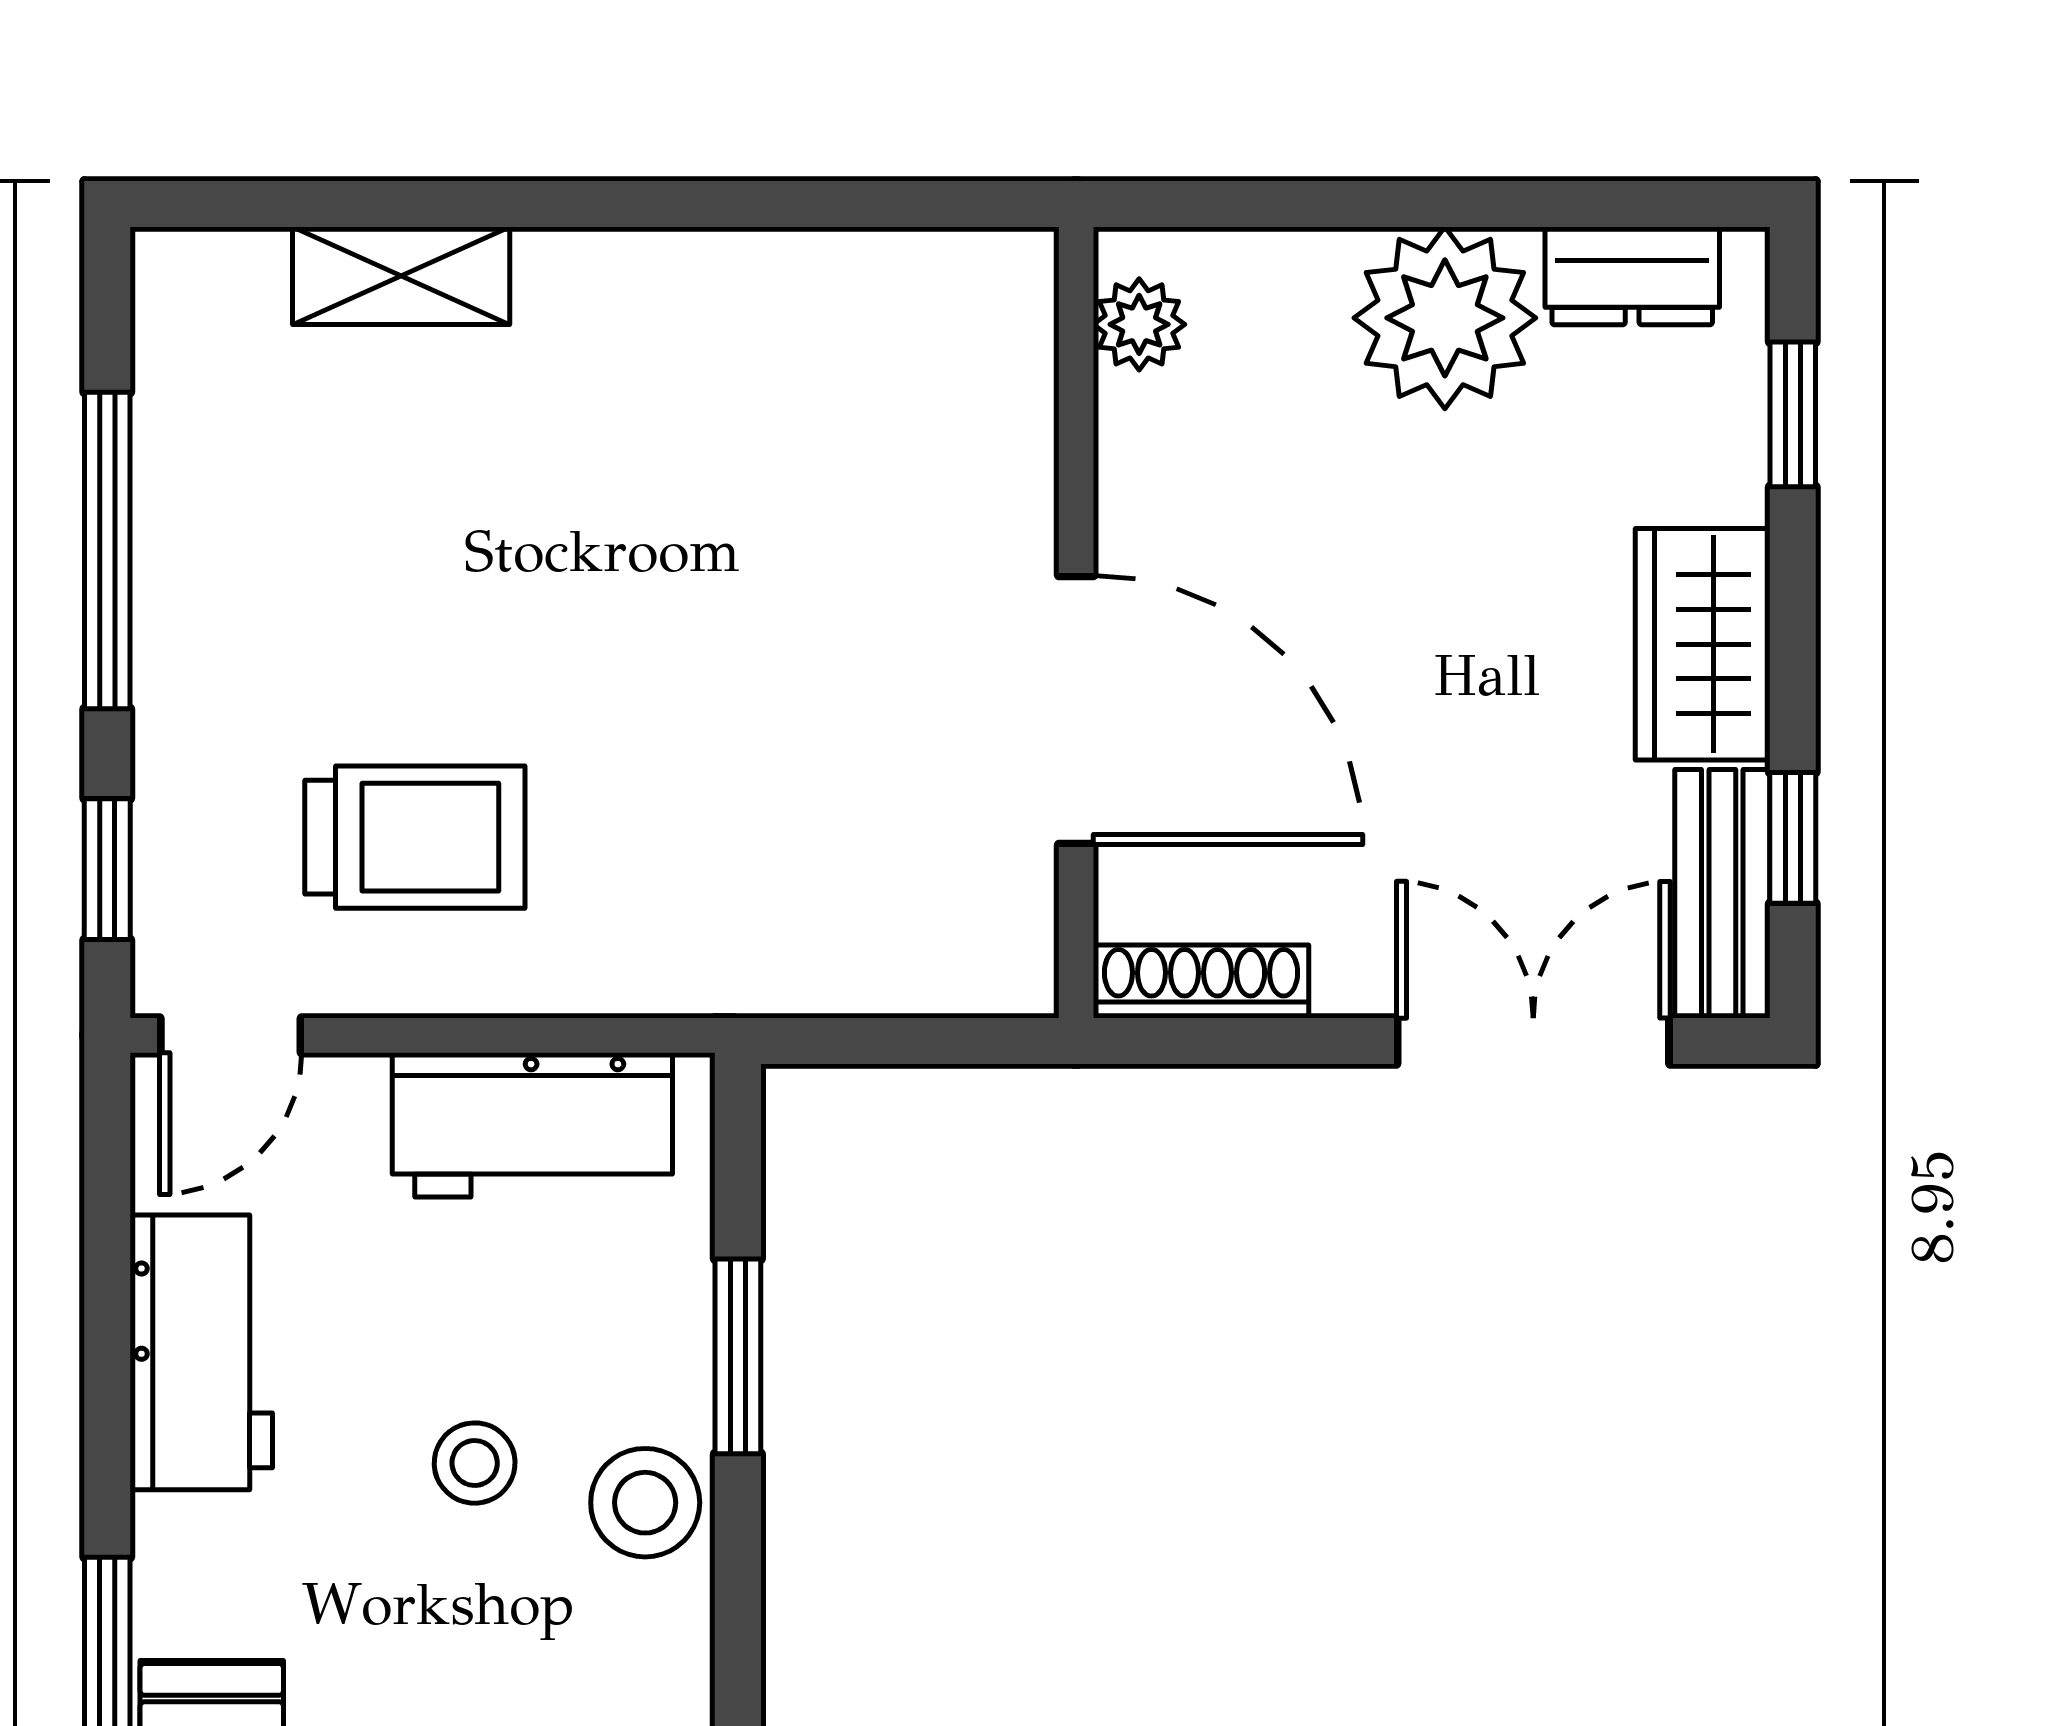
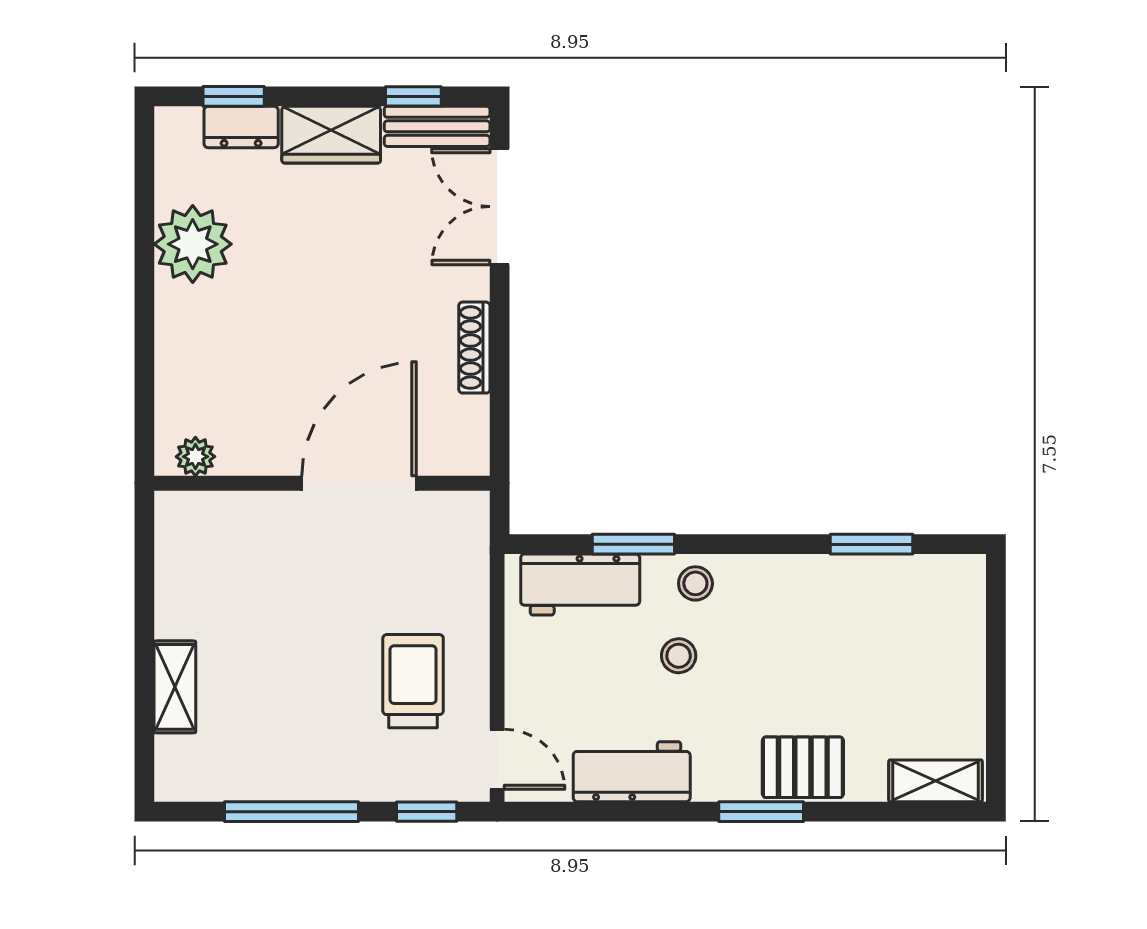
dresser: (1632, 276) -> (241, 127), moved, turned 90
plant: (1139, 324) -> (195, 457), moved
wall: (1076, 623) -> (322, 483), moved
door: (1076, 710) -> (359, 483), moved
workbench: (532, 1125) -> (580, 584), moved, turned 90
stool: (645, 1503) -> (695, 583), width x0.73, depth x0.73

